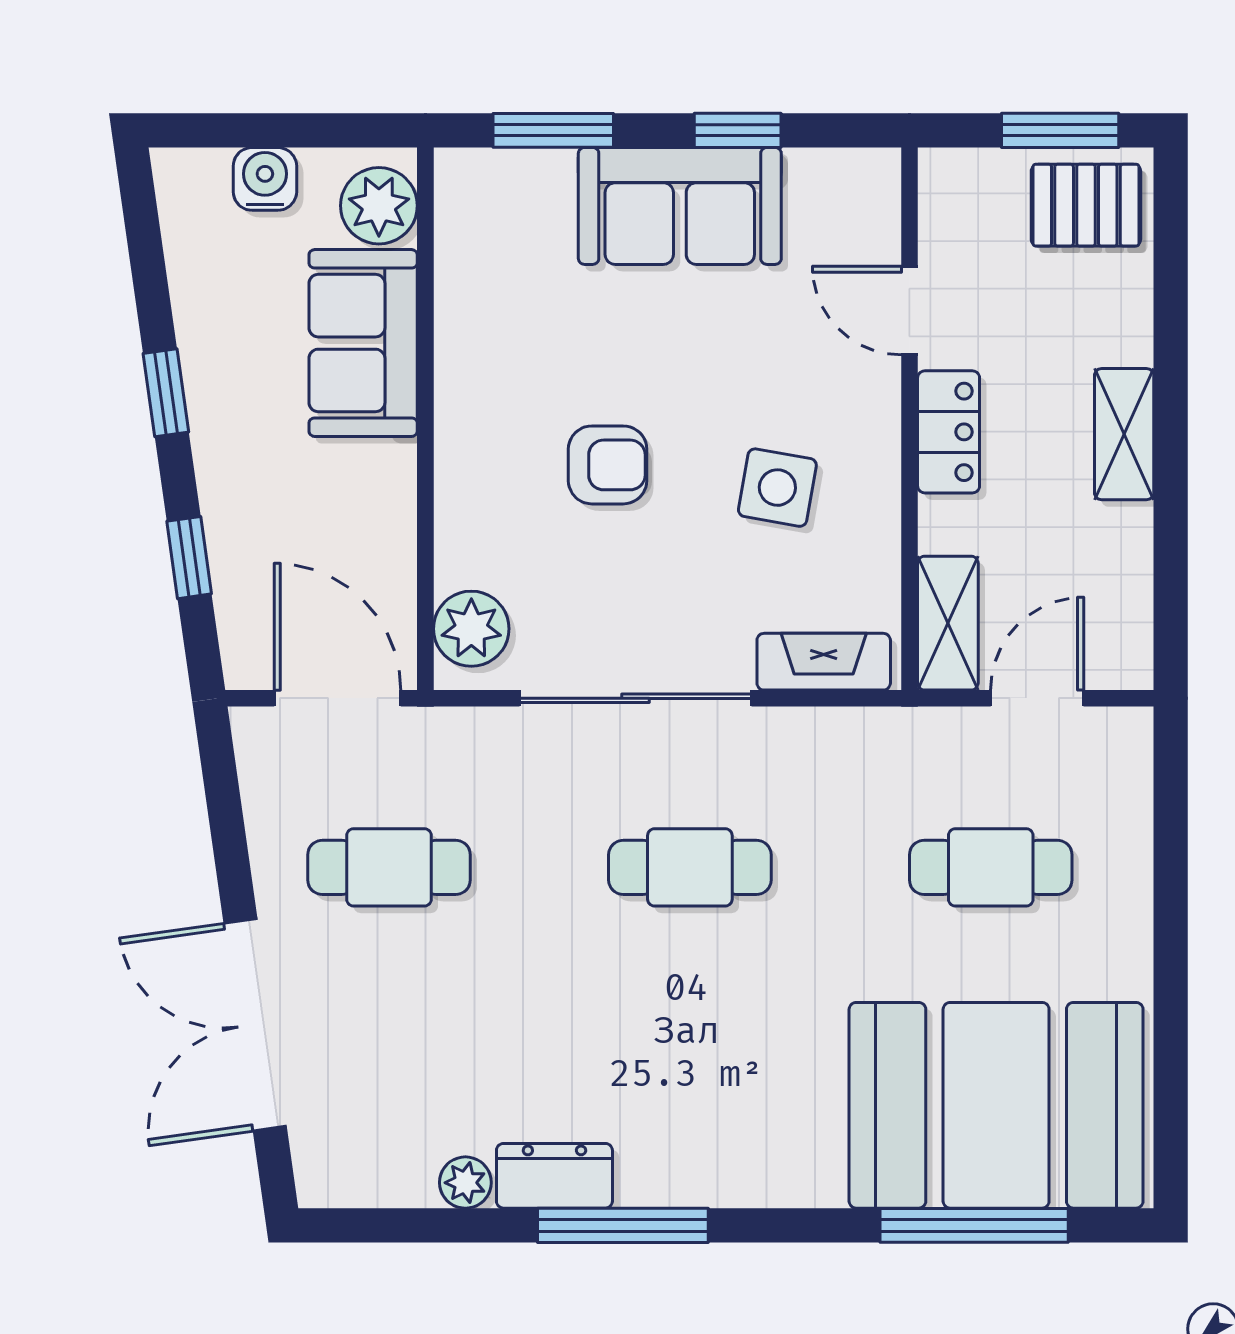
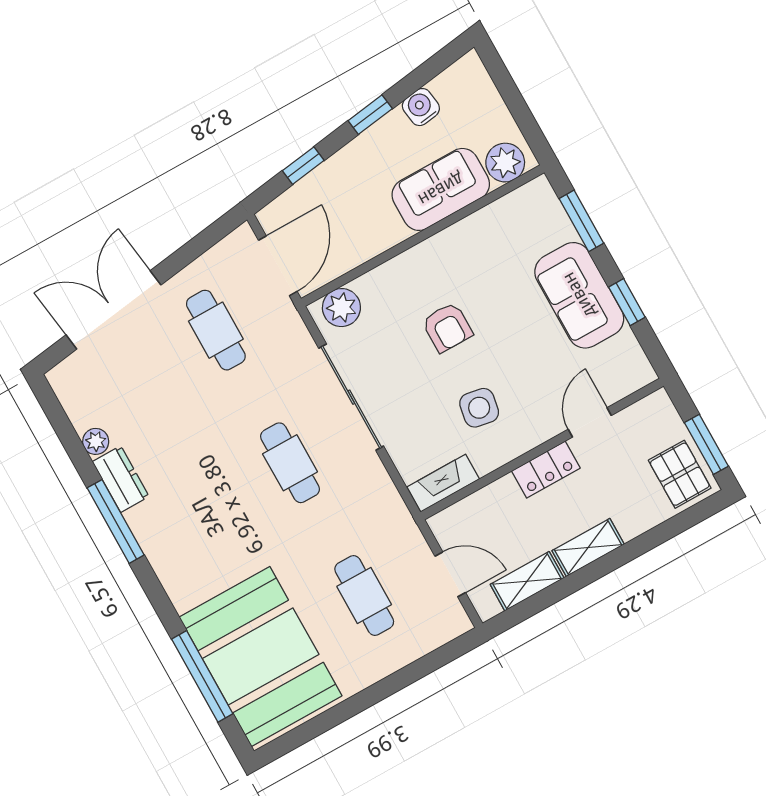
water cooler: (265, 179) -> (421, 107), moved, turned -98
shelving: (948, 623) -> (527, 581), moved
fireplace: (824, 662) -> (443, 483), moved, turned -90

